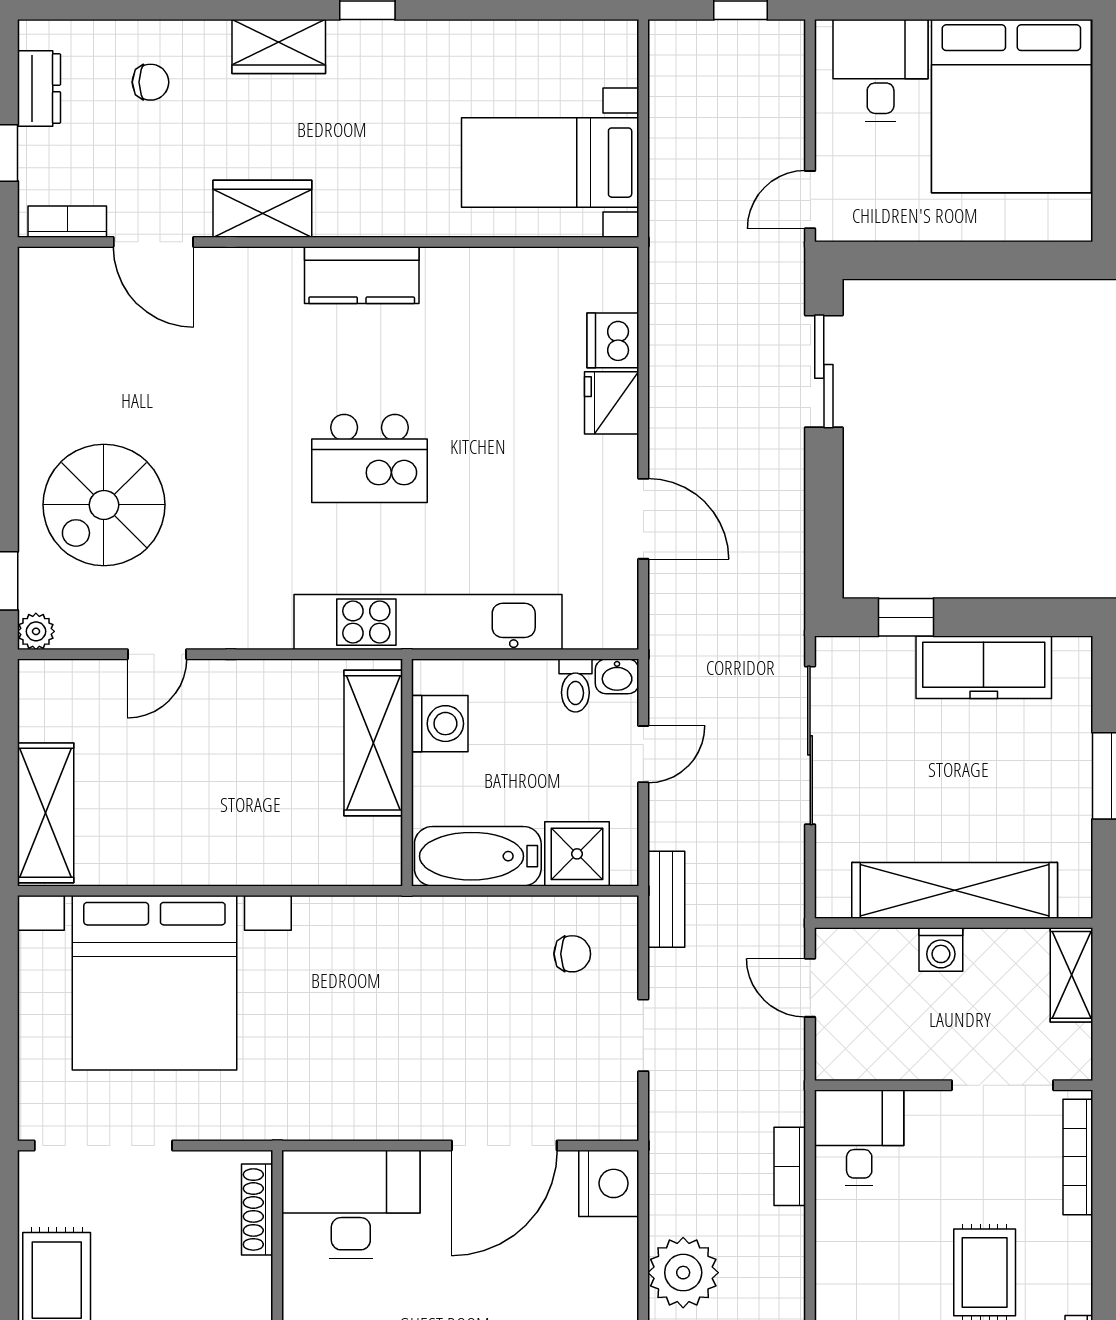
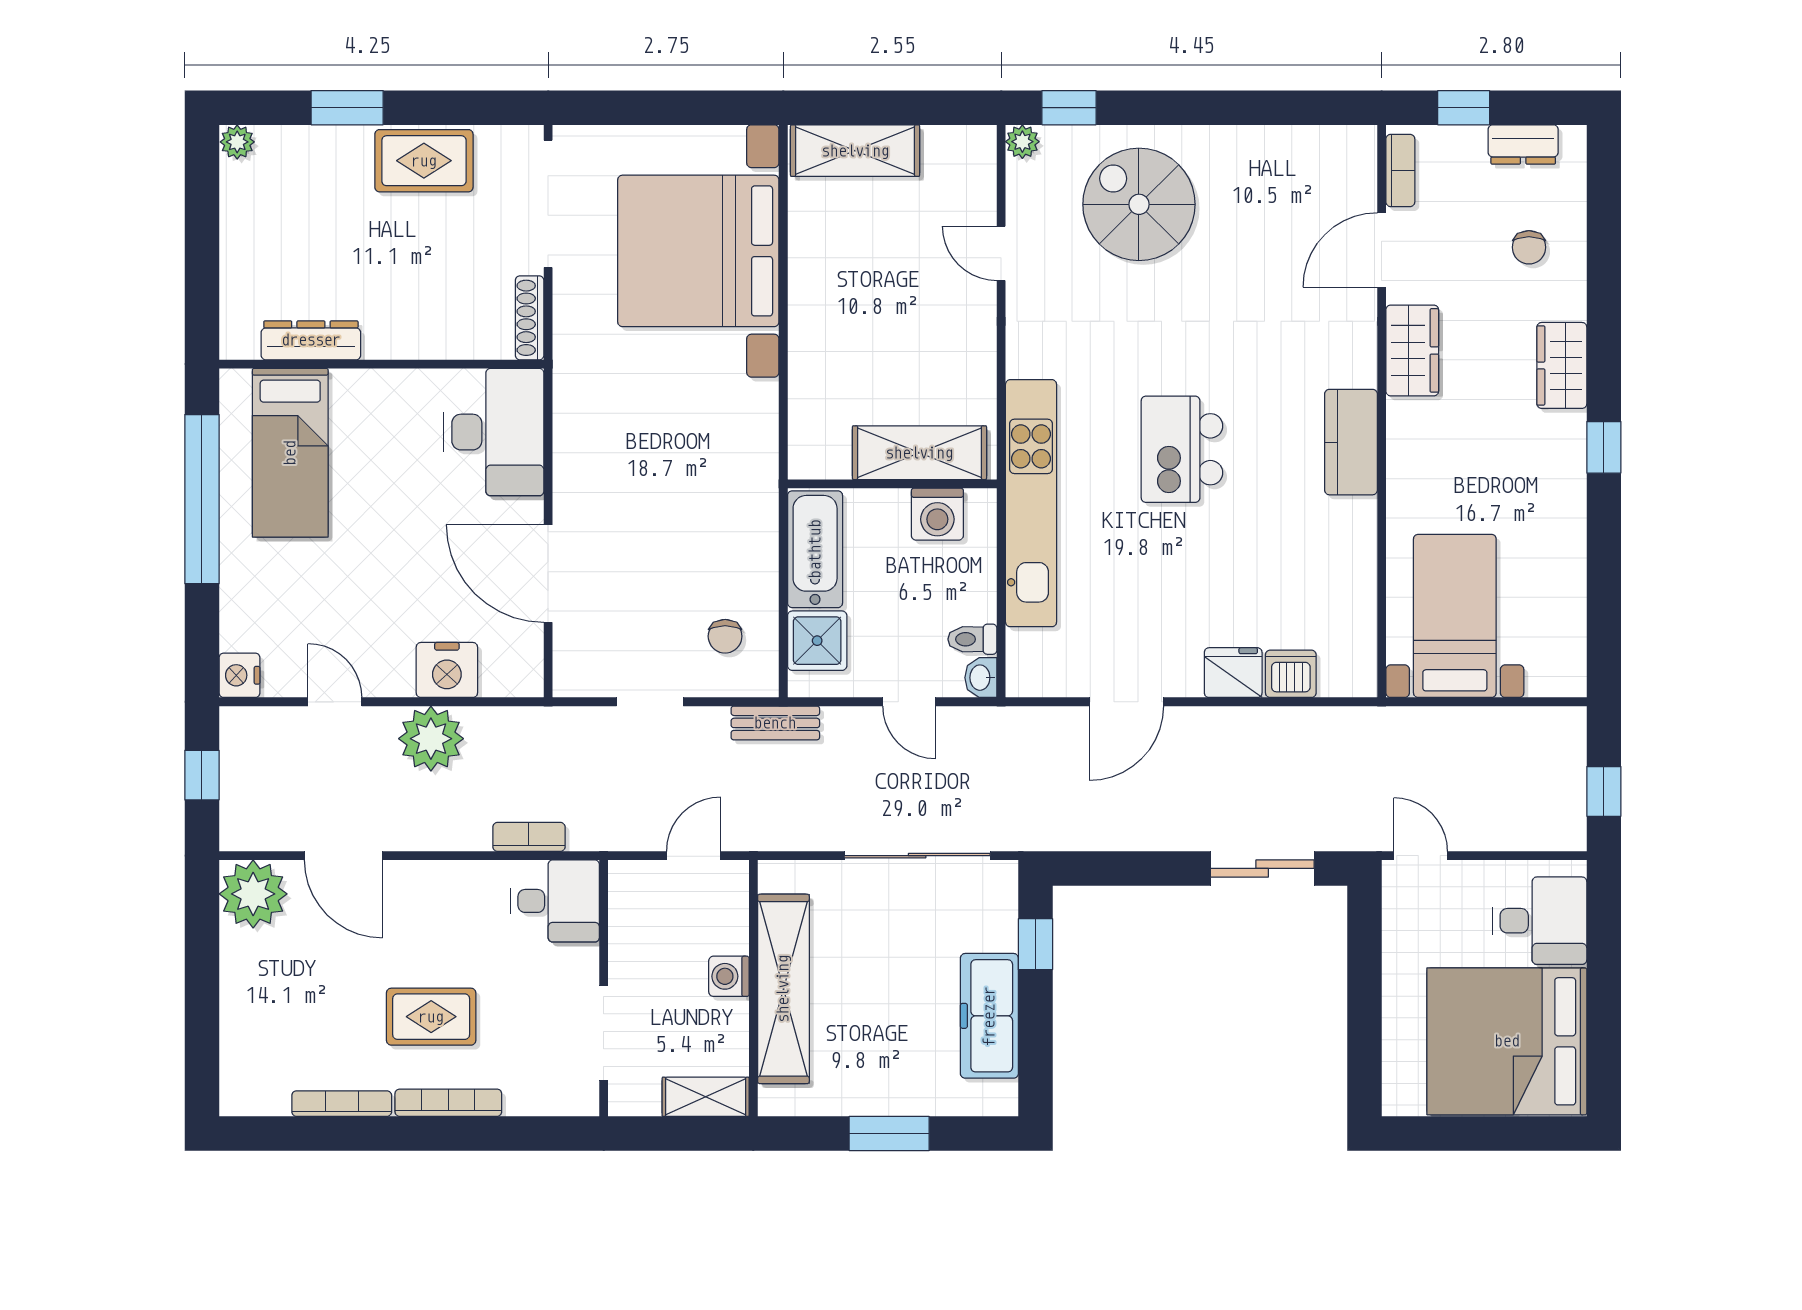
bookcase: (1078, 1157) -> (448, 1103), moved
nightstand: (609, 1183) -> (447, 670), moved
shoe rack: (257, 1209) -> (530, 318), moved, turned -90

